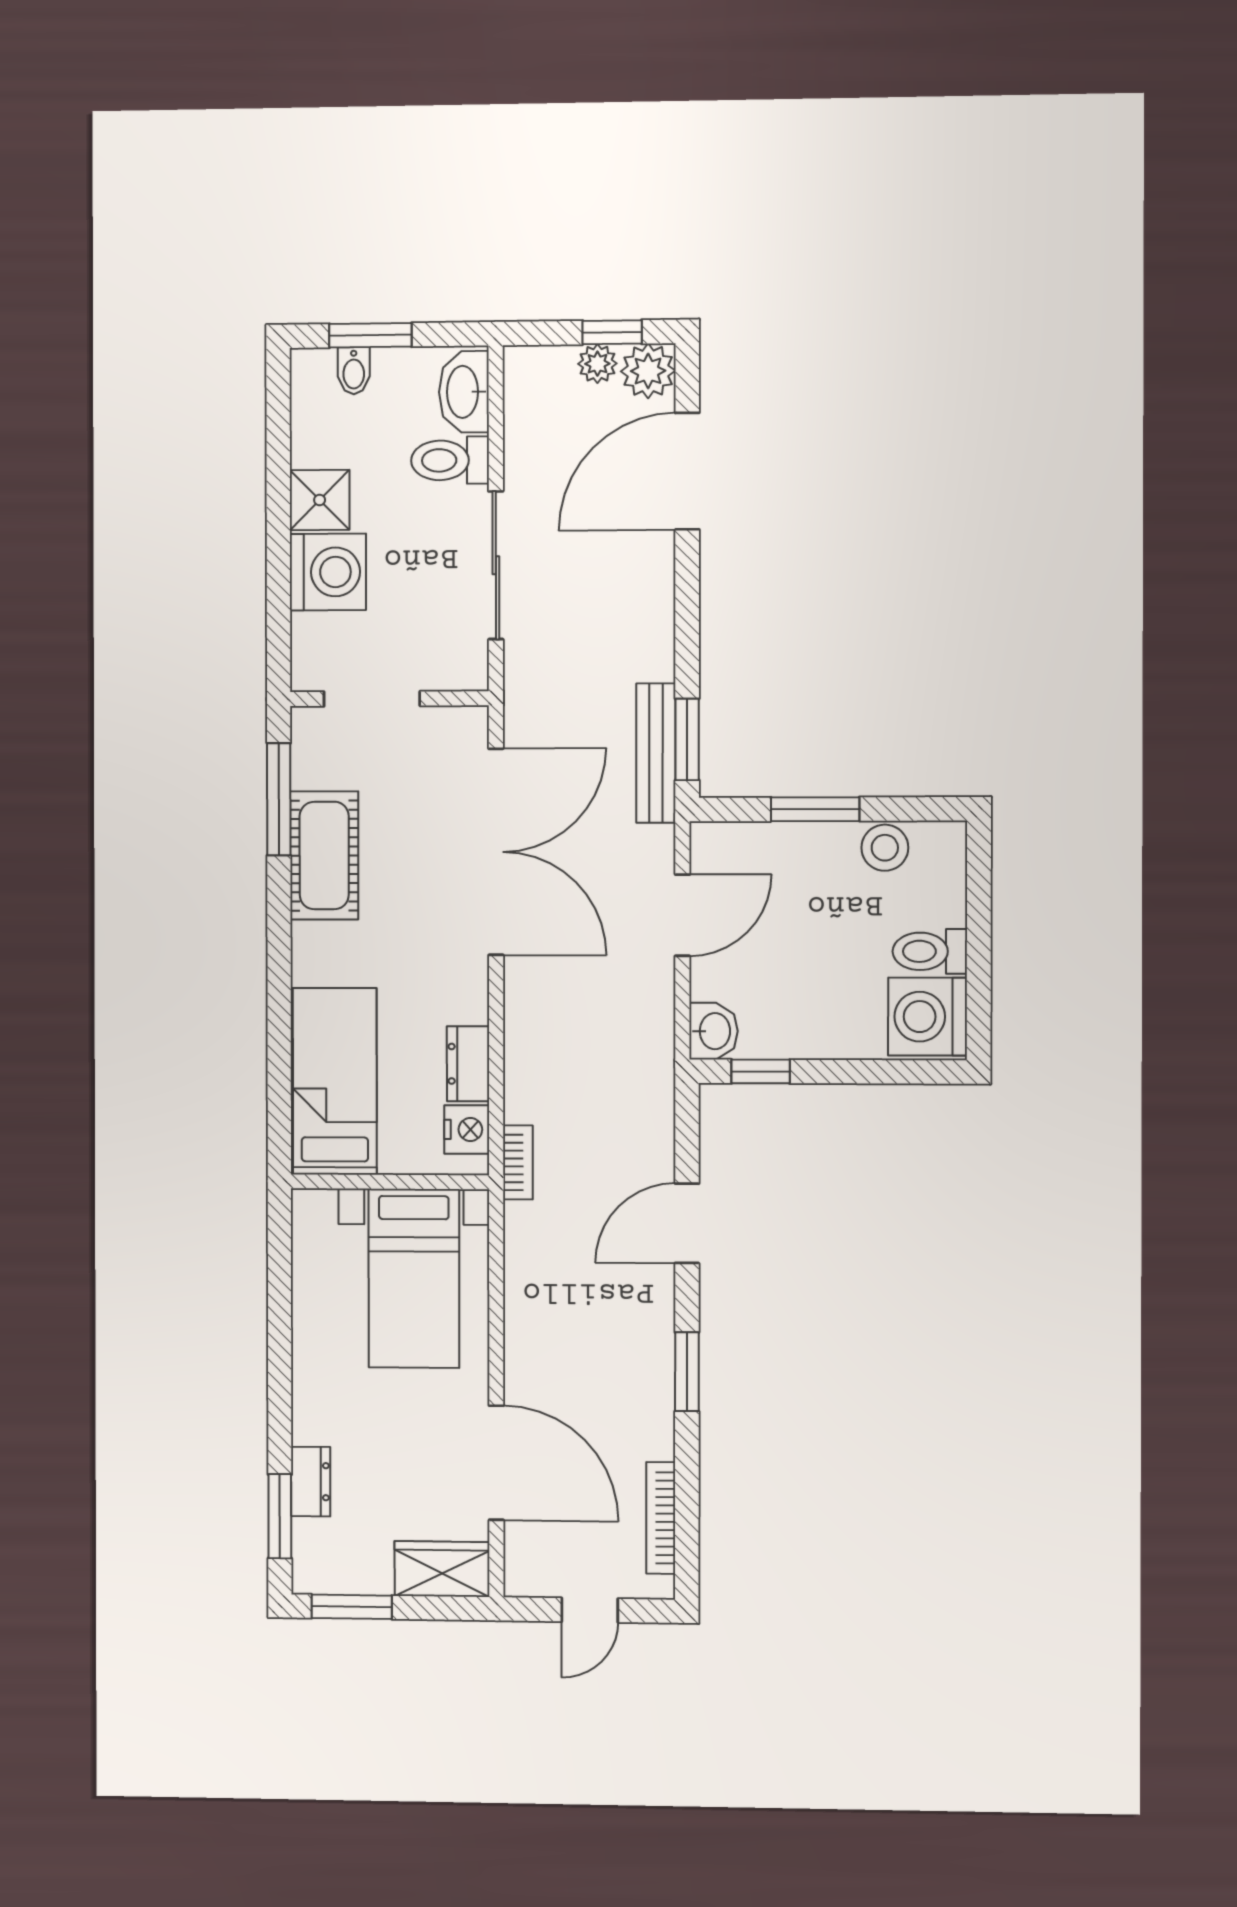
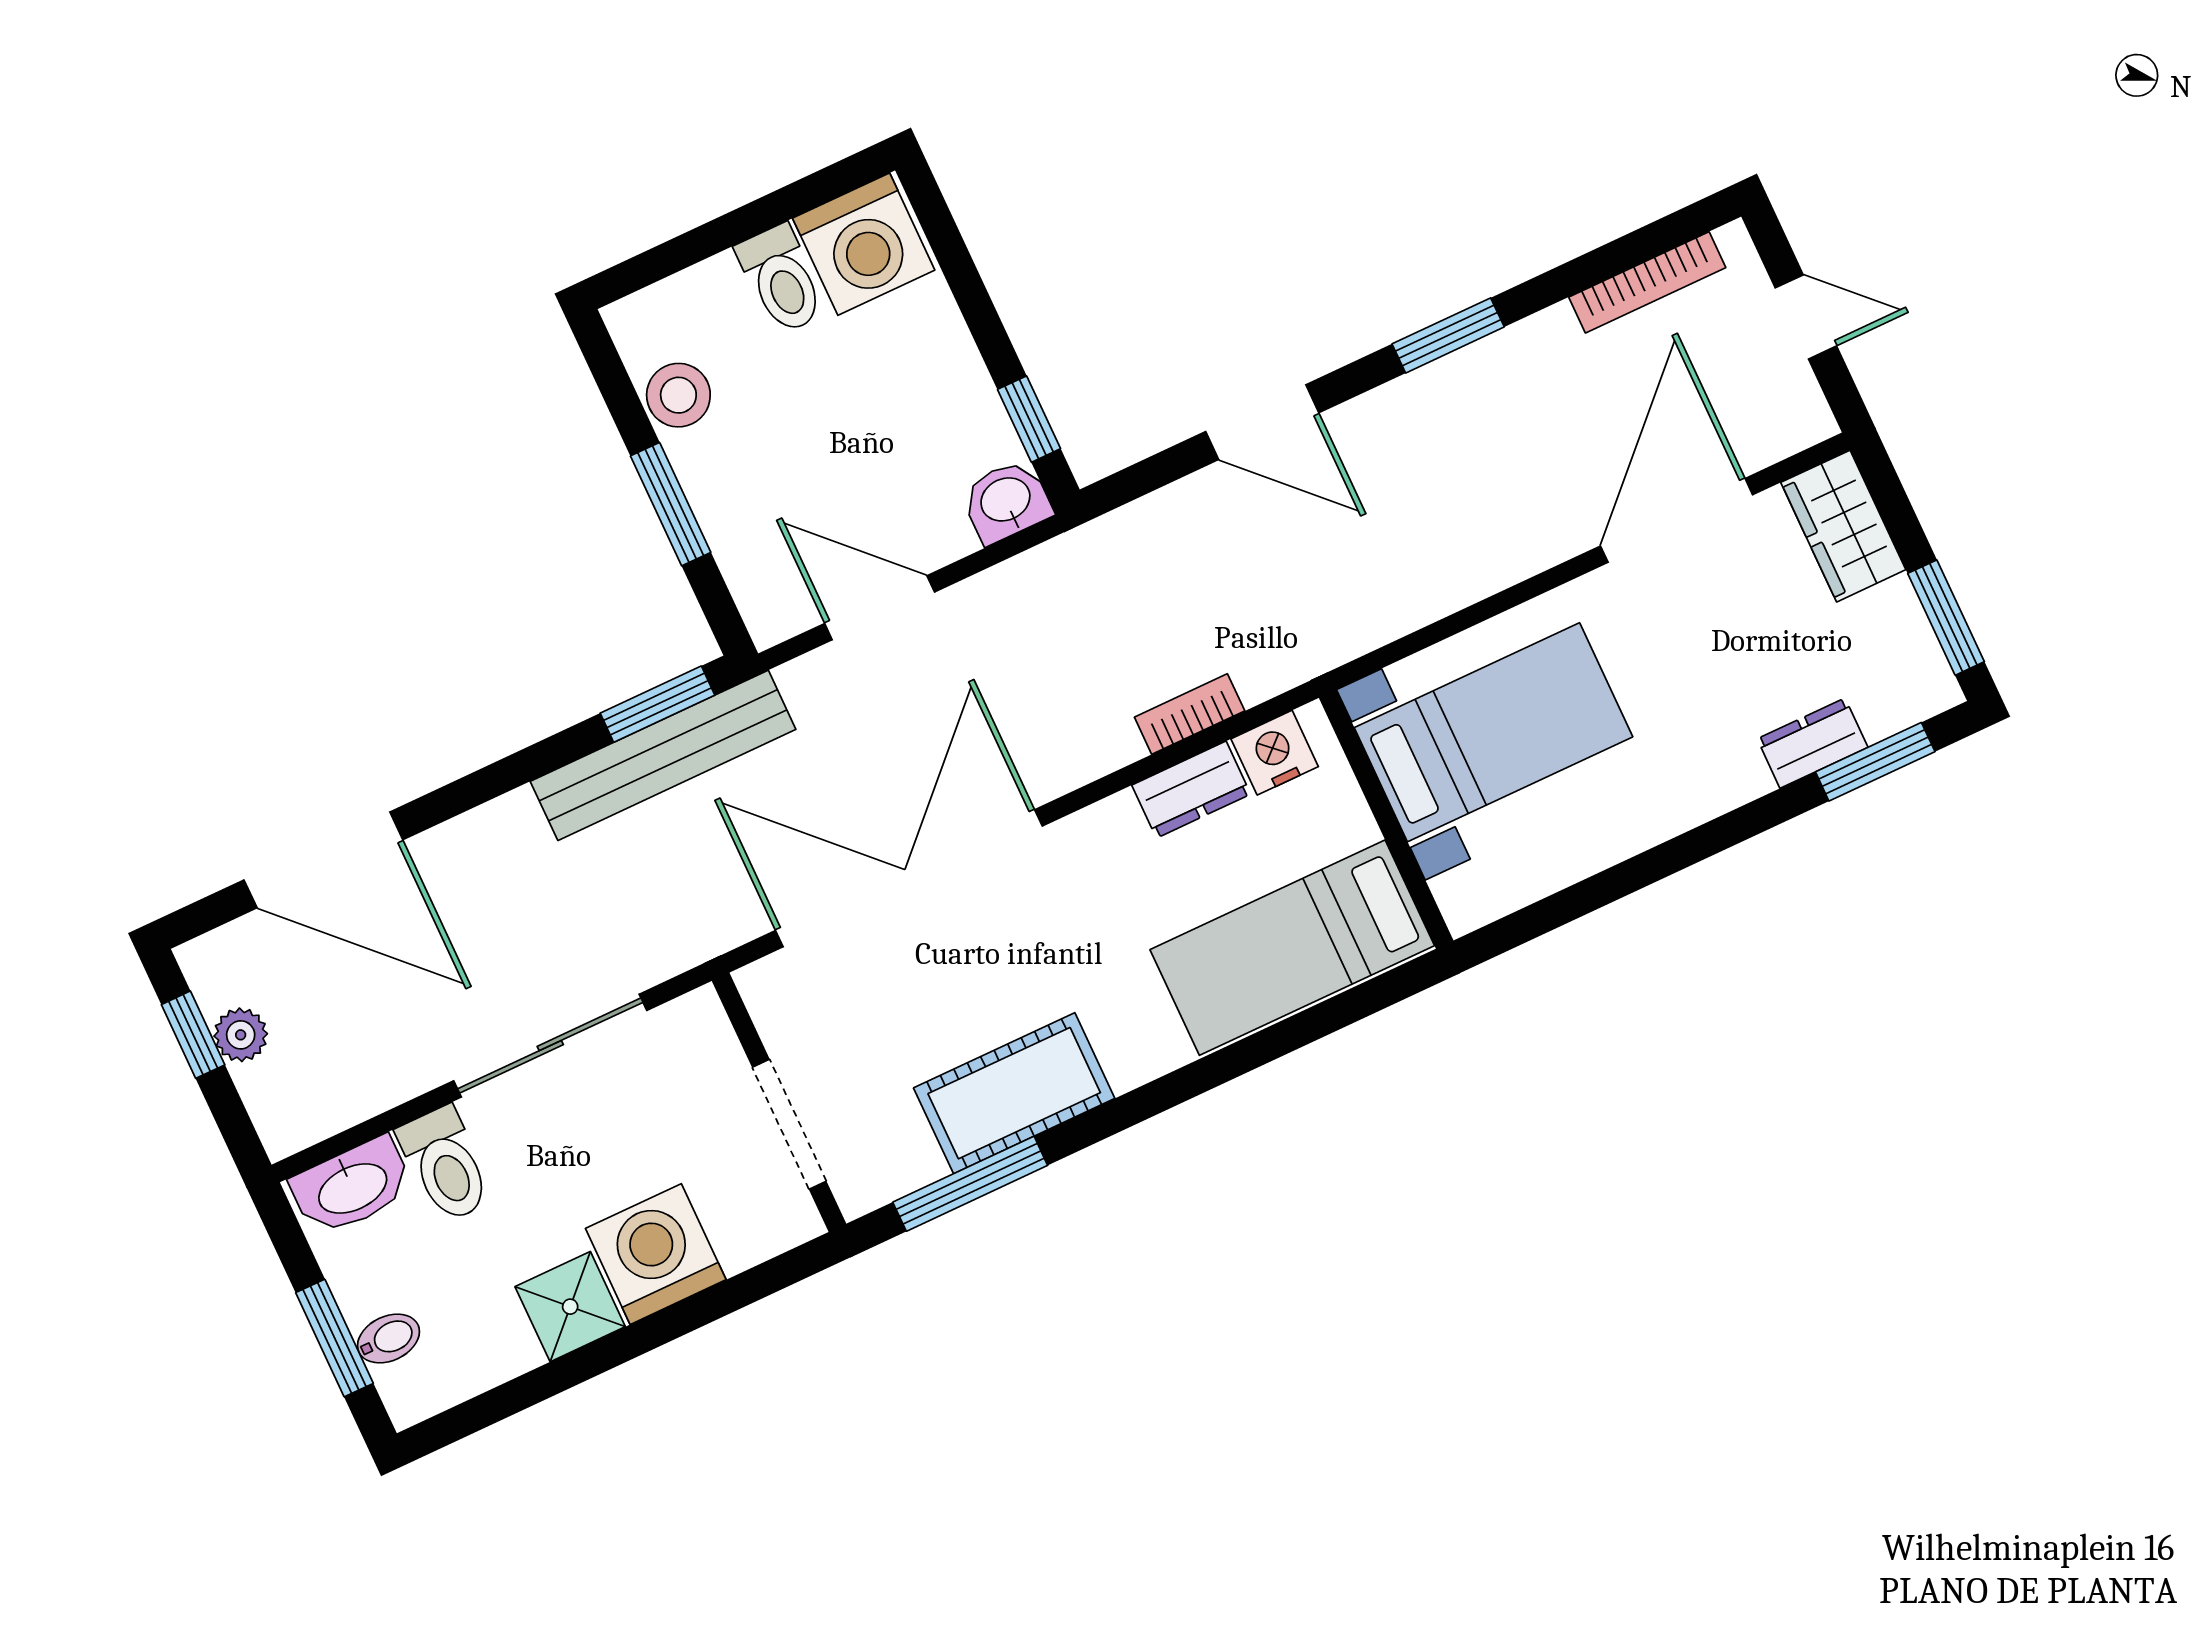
plant: (648, 371) -> (221, 967), removed
bench: (656, 753) -> (663, 755), width x1.37, depth x1.21
bookcase: (518, 1162) -> (1190, 714), moved

